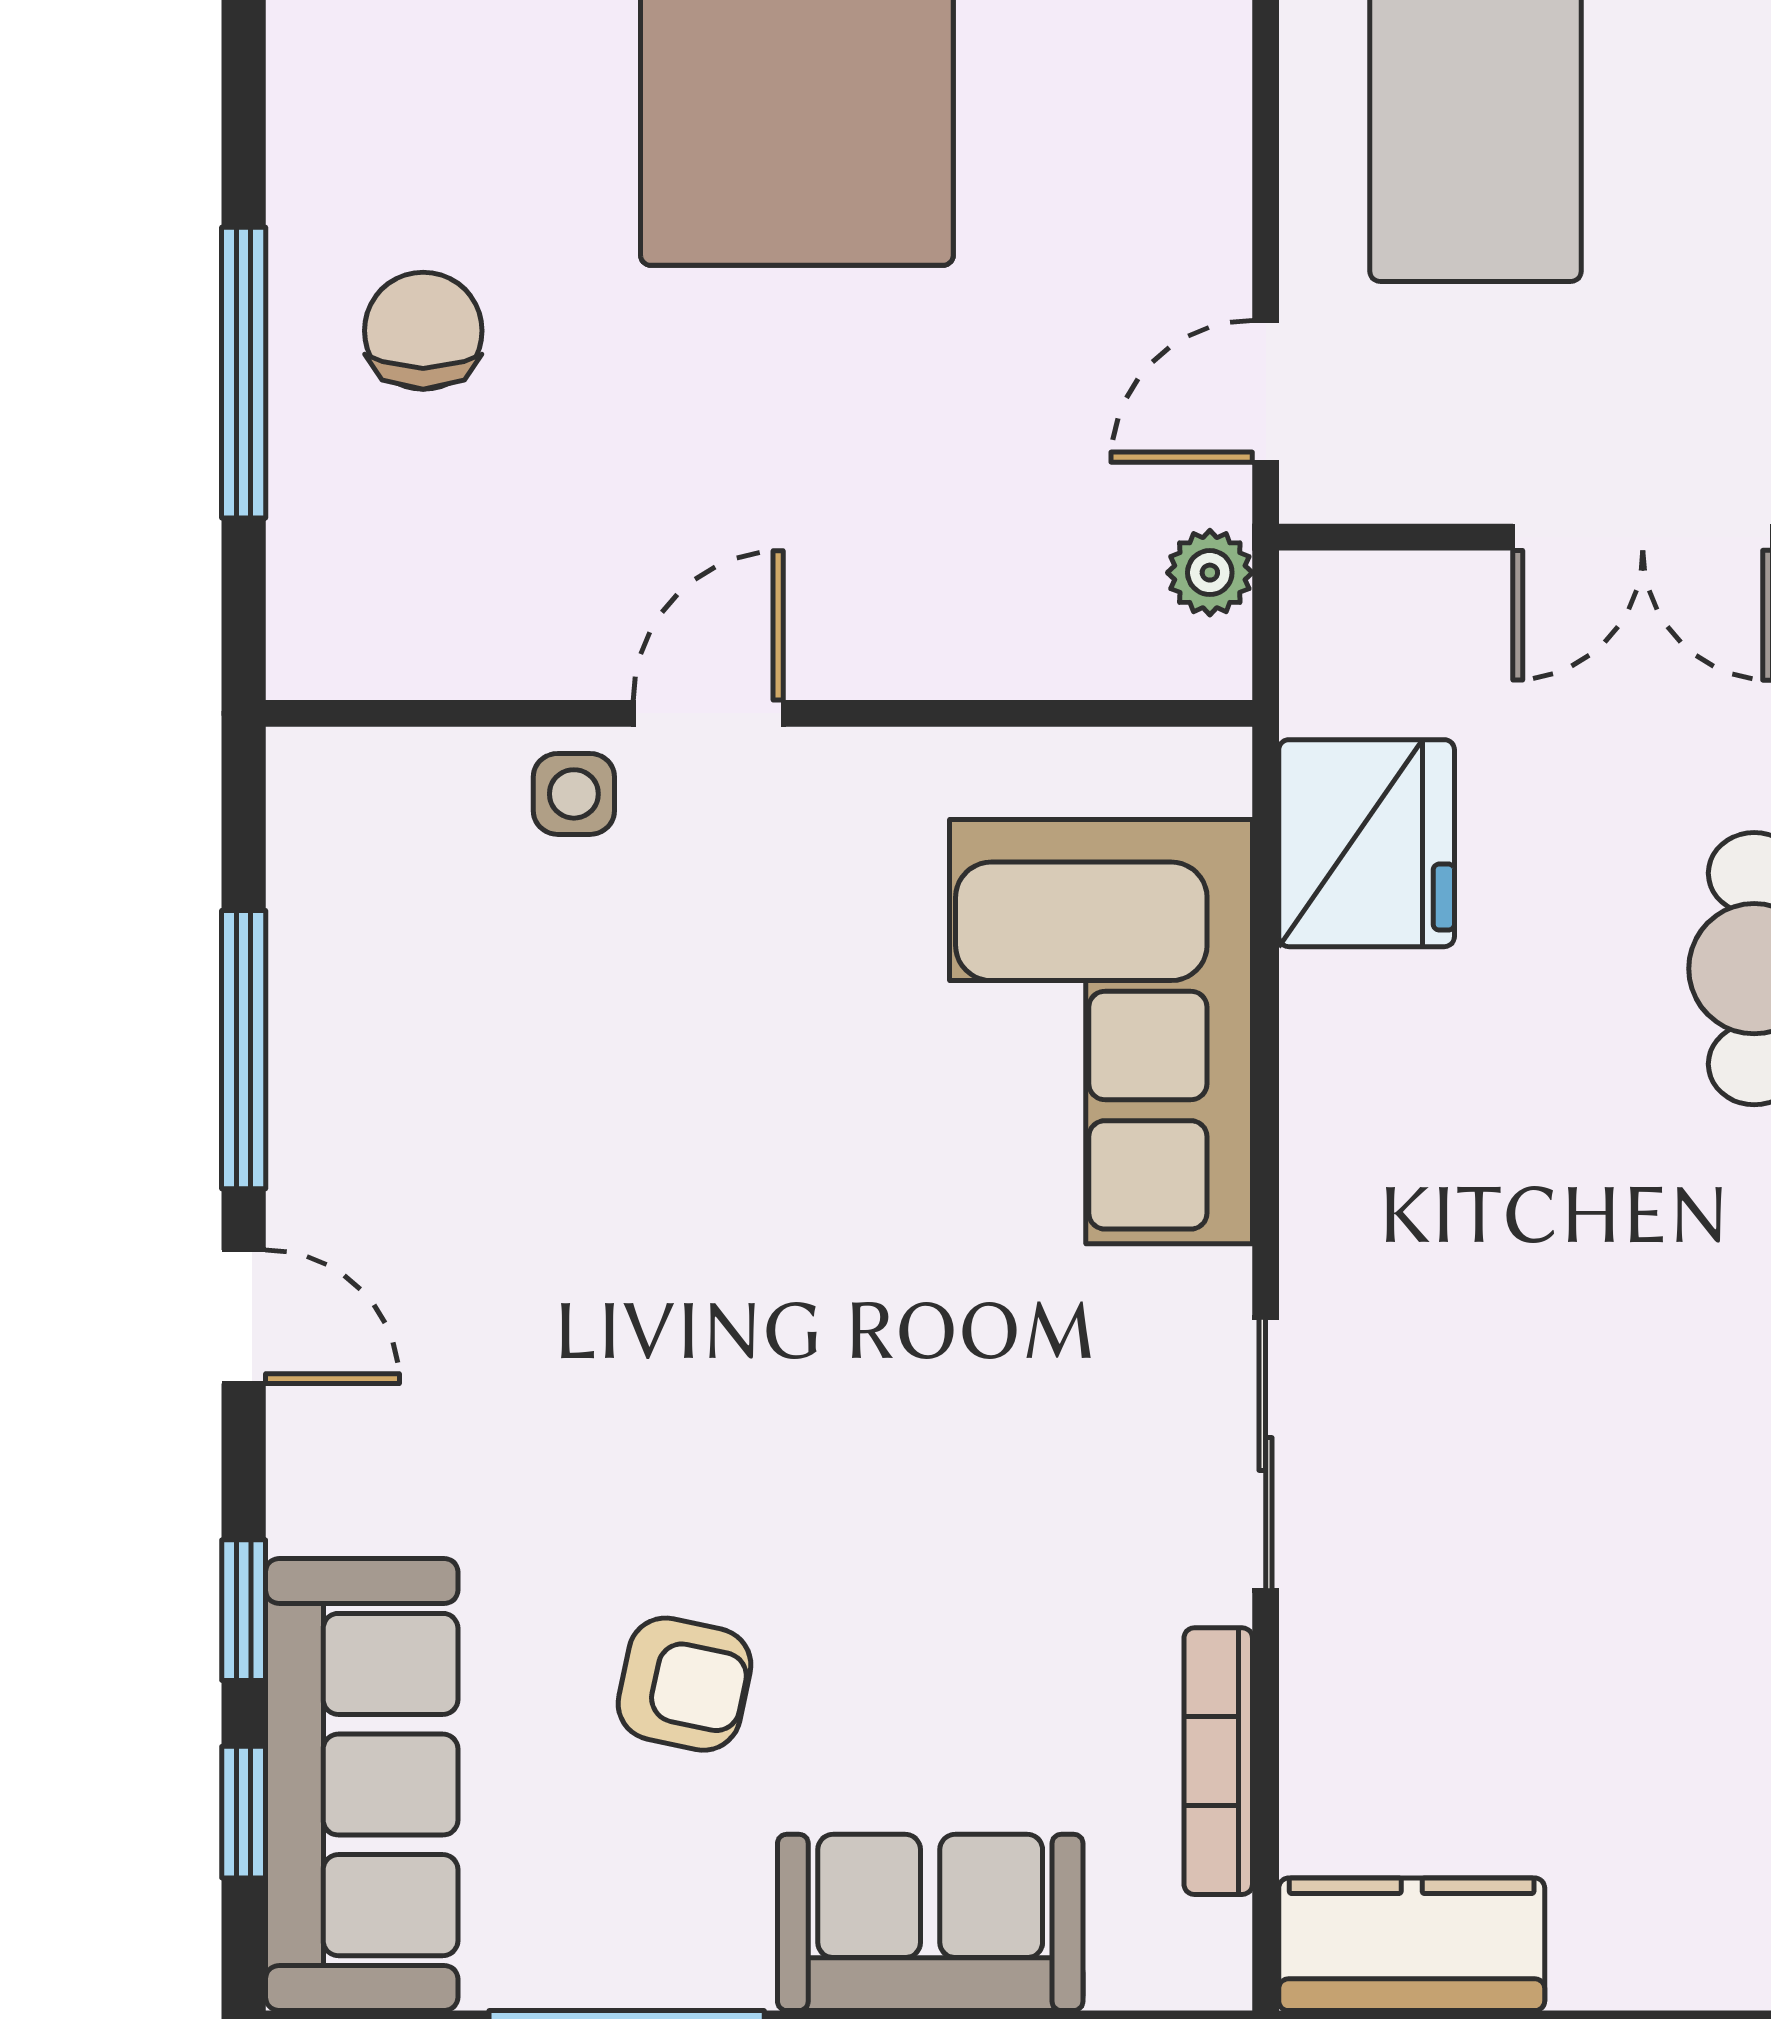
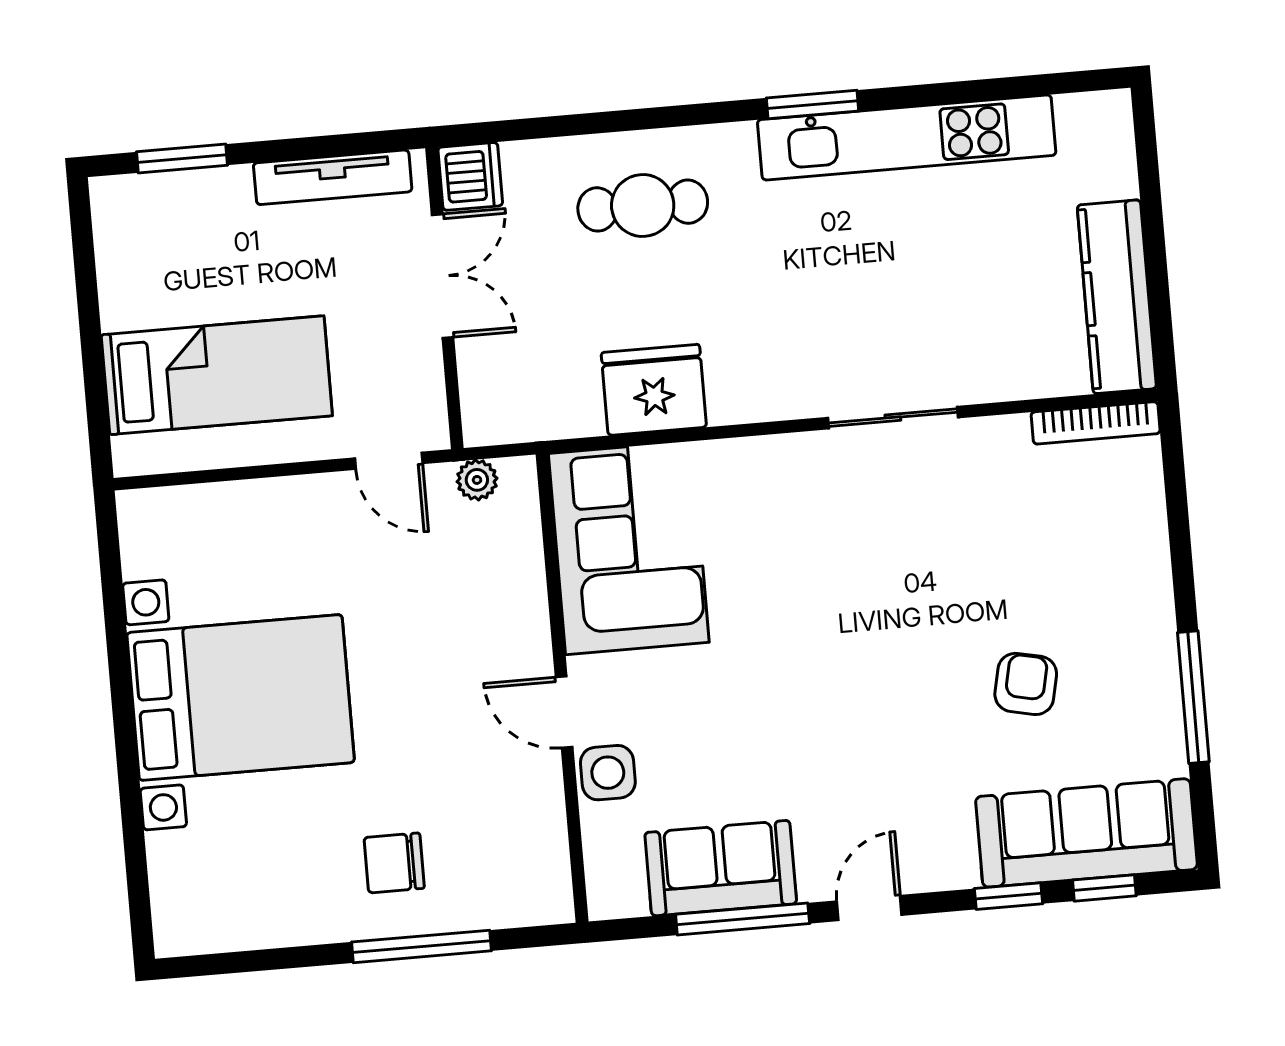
side table: (574, 794) -> (608, 773), width x1.37, depth x1.37
fridge: (1367, 843) -> (654, 390), moved
corner sofa: (1101, 1032) -> (629, 548), moved, turned -90
bookcase: (1218, 1761) -> (1096, 423), moved
sofa: (930, 1922) -> (721, 868), moved, turned 90
kitchen counter: (1412, 1944) -> (1117, 297), width x1.50

